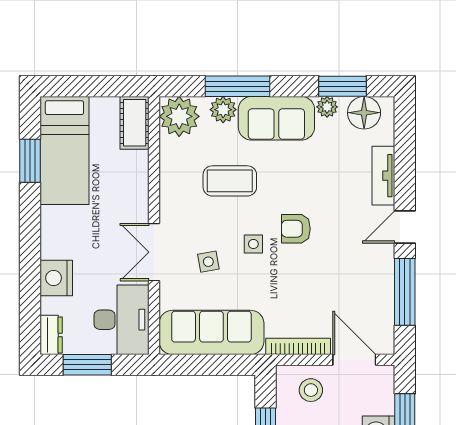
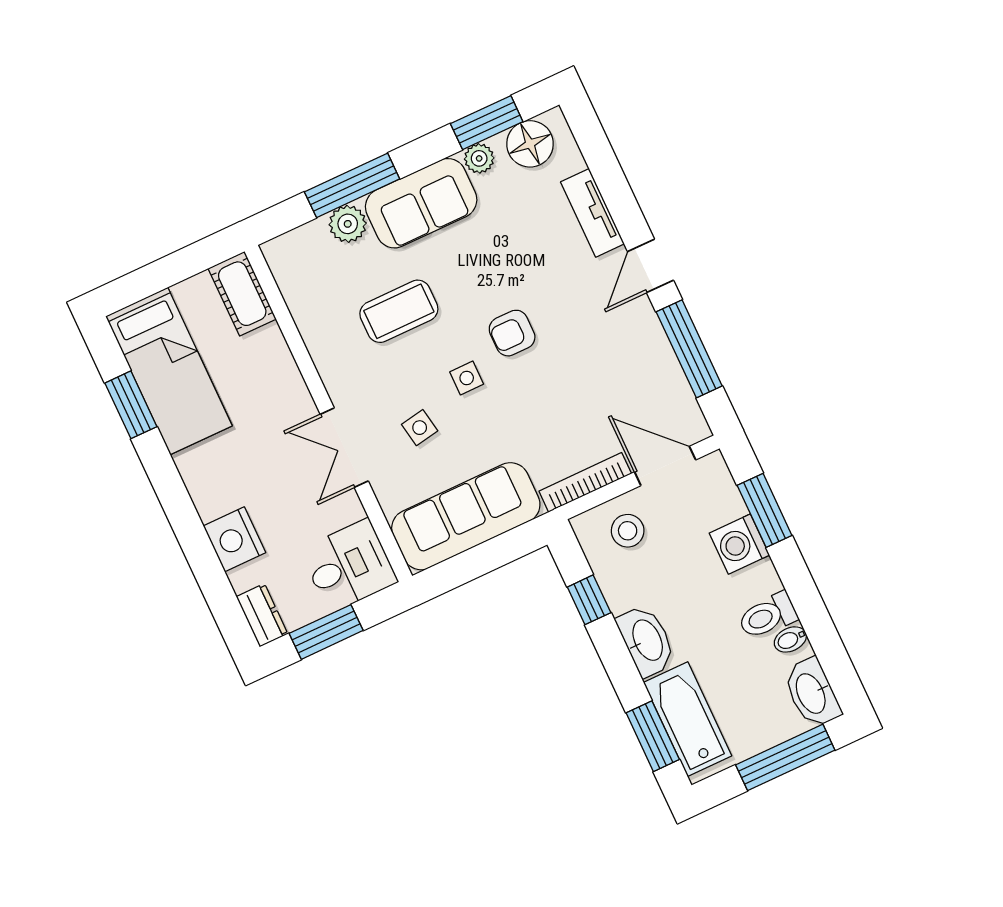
plant: (179, 116) -> (296, 259), removed
desk: (122, 320) -> (349, 566), width x0.73

